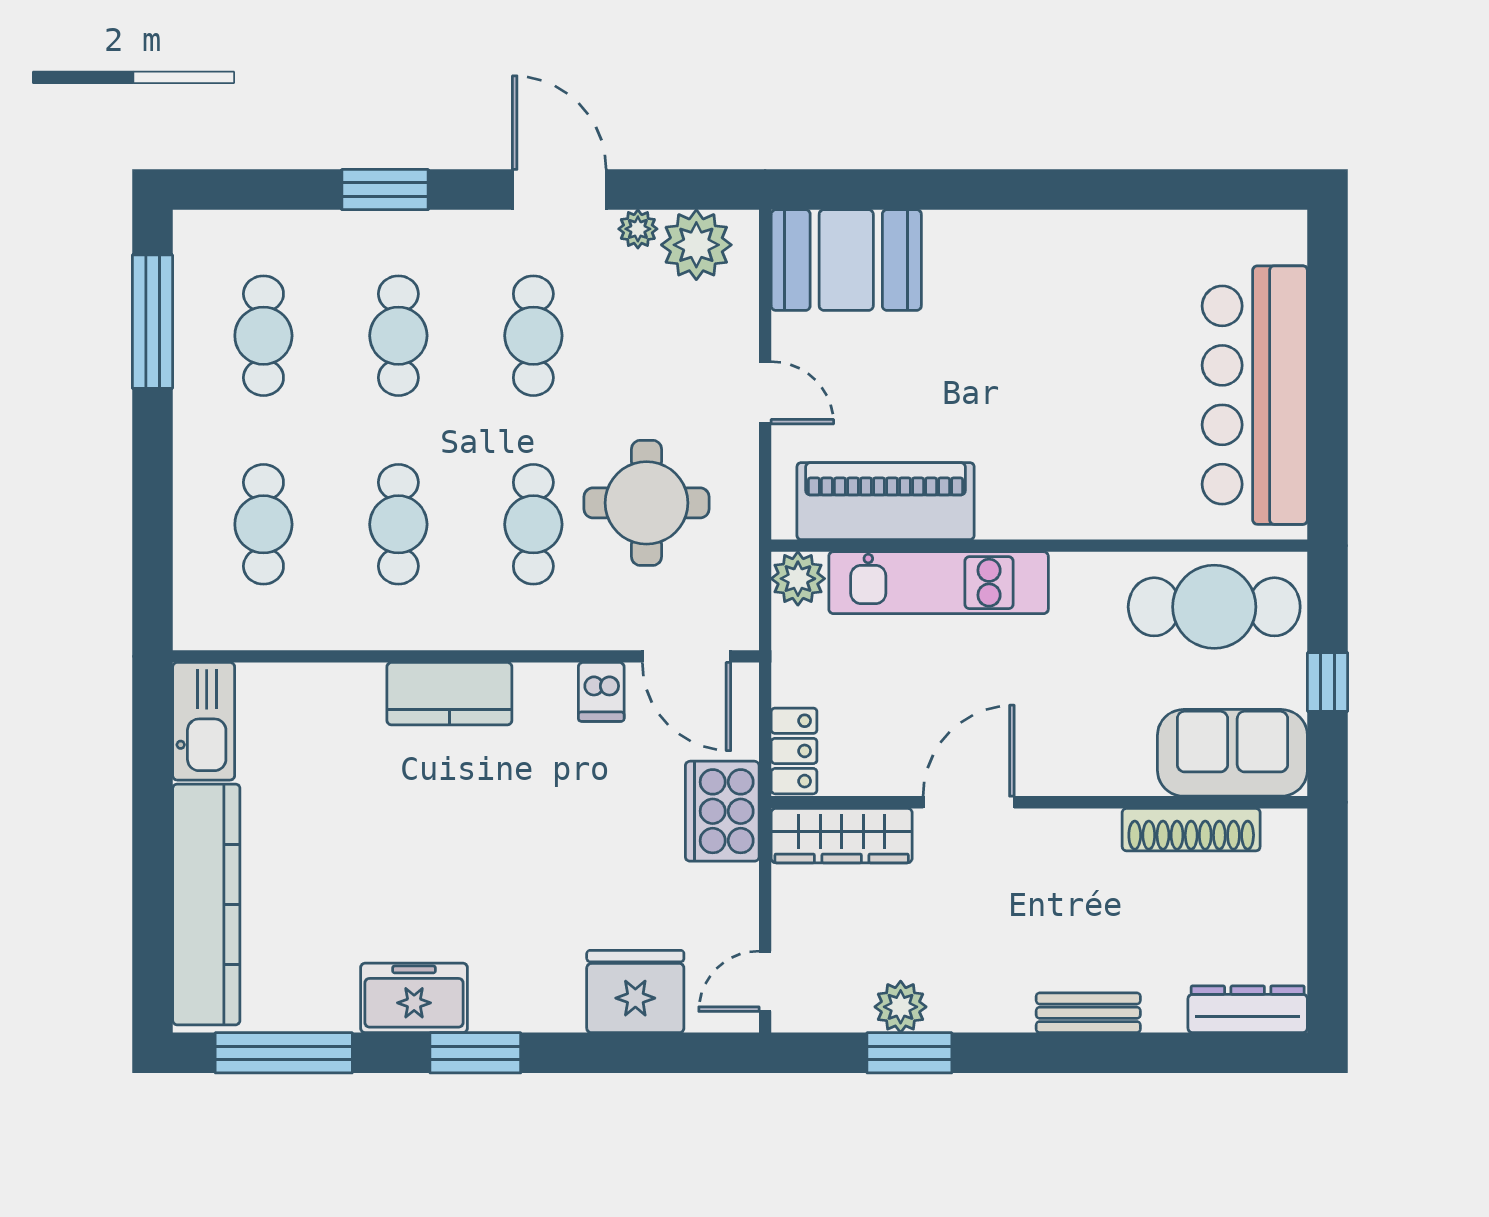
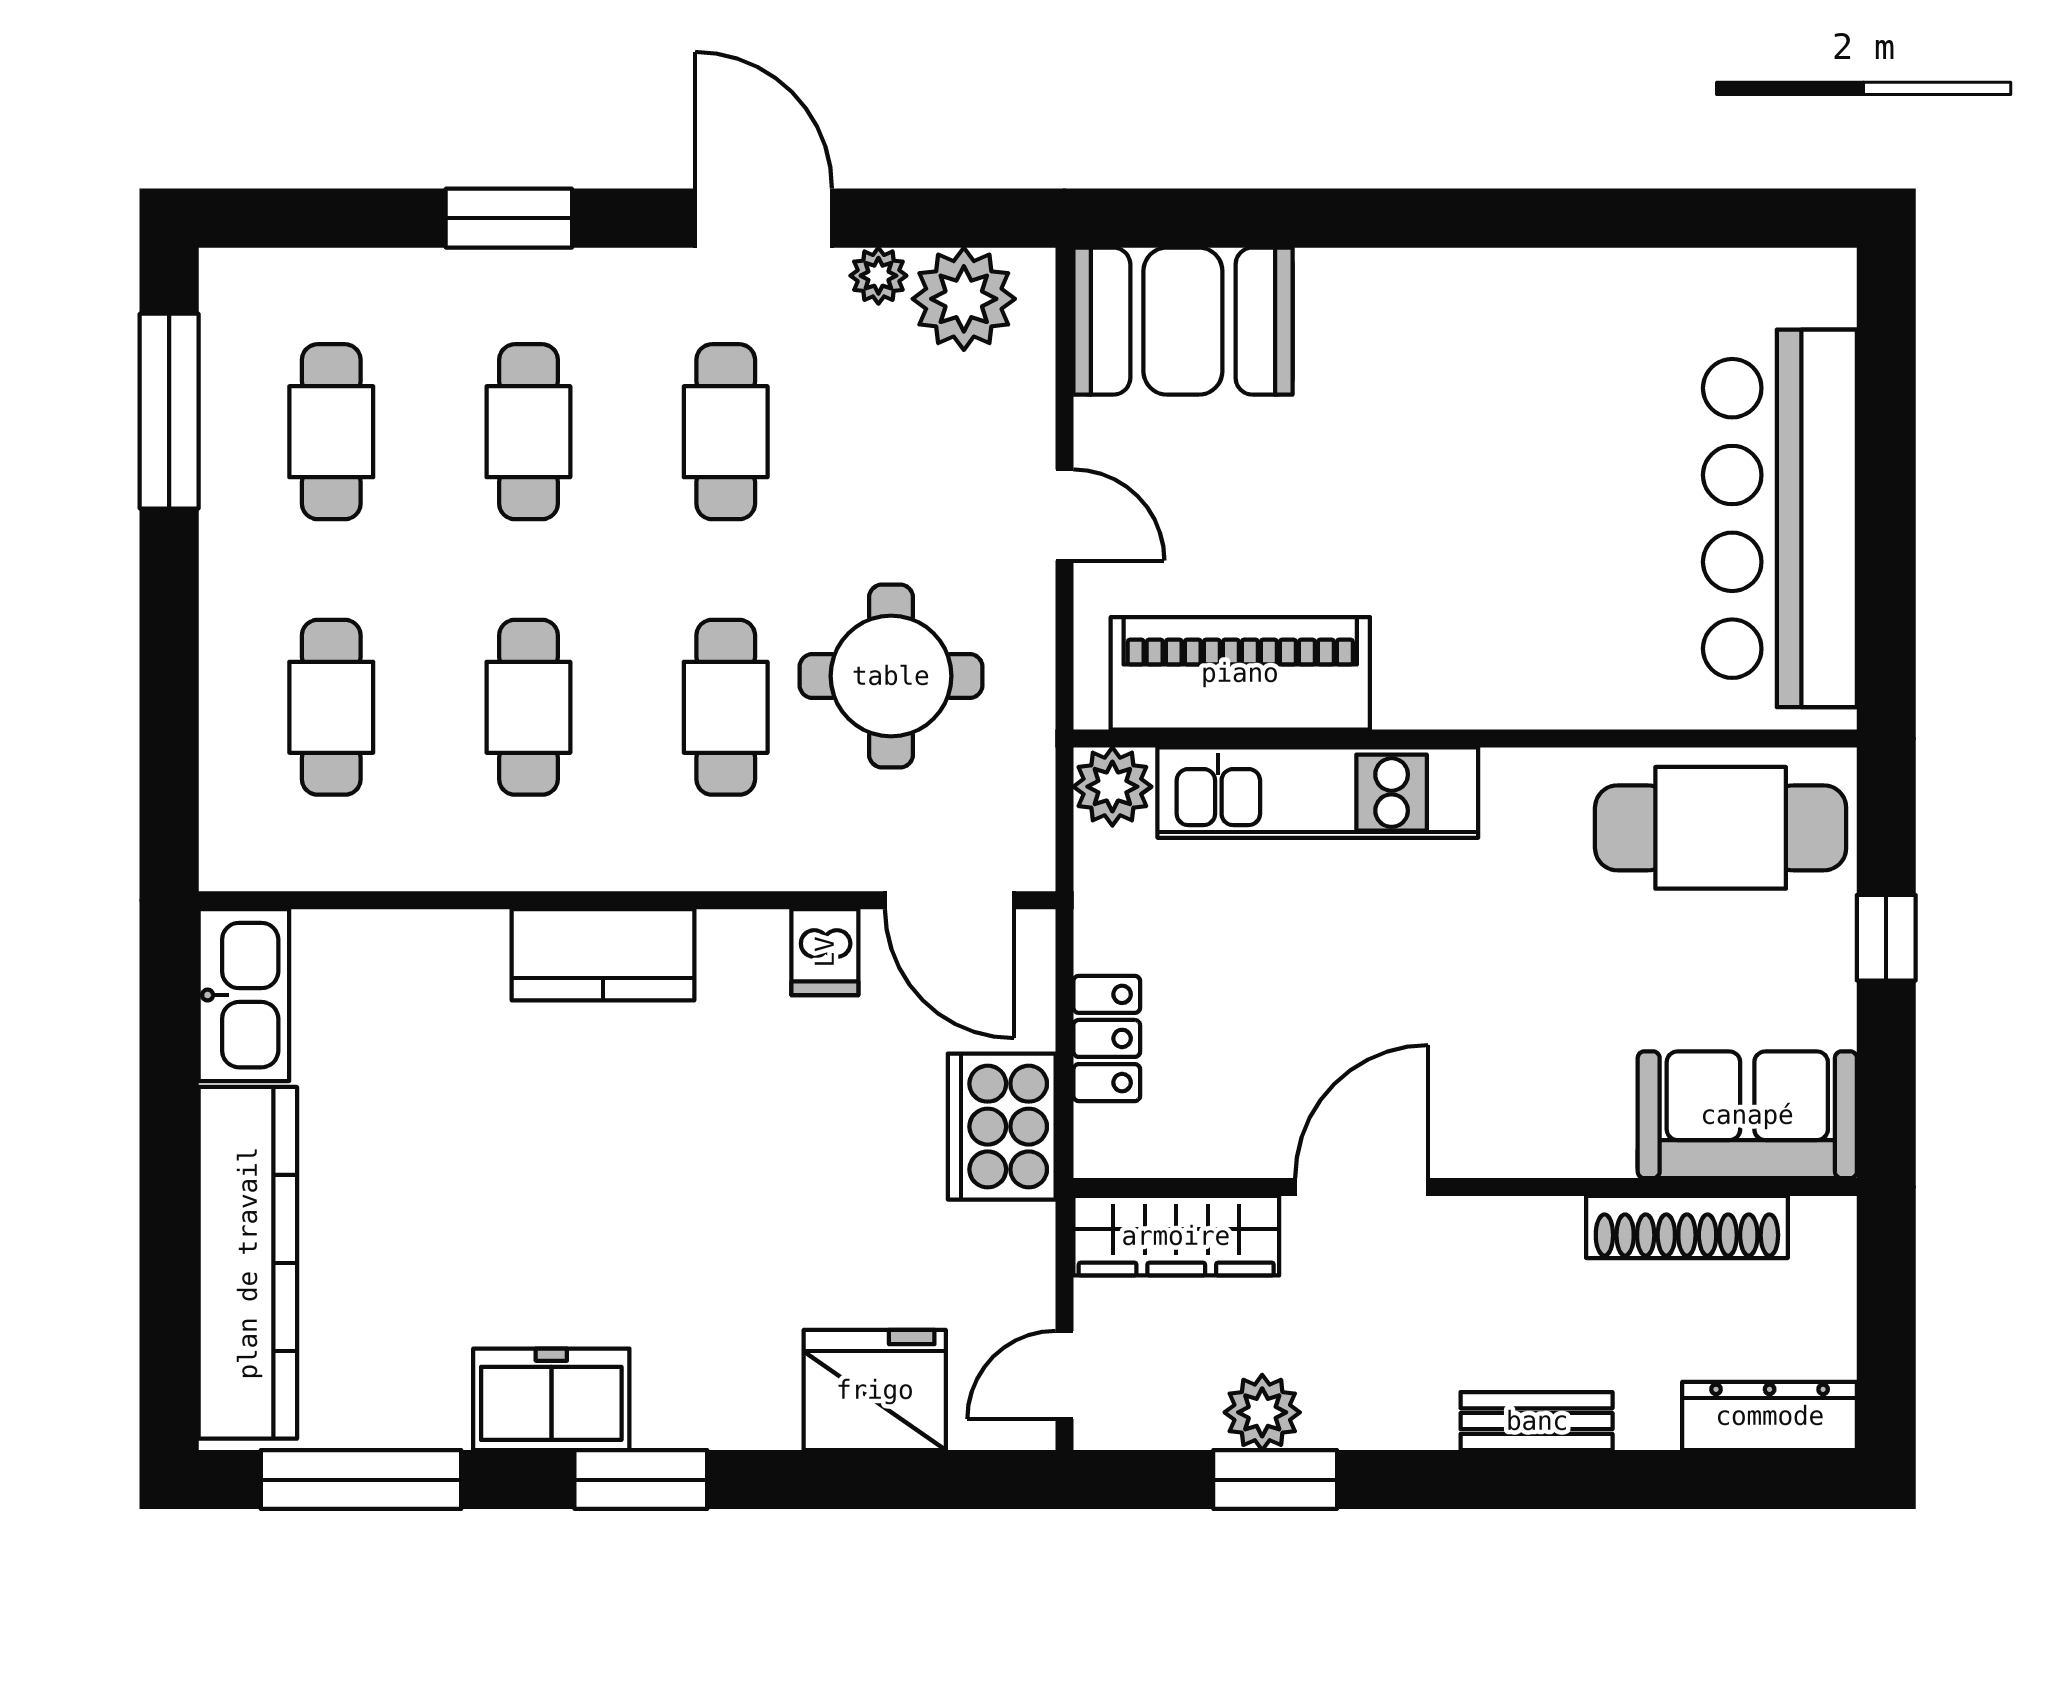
sofa: (1232, 753) -> (1747, 1115), moved
door: (969, 802) -> (1362, 1187), moved
wall: (1039, 802) -> (1465, 1187), moved
shoe rack: (1191, 830) -> (1687, 1227), moved
wardrobe: (842, 836) -> (1176, 1236), moved

